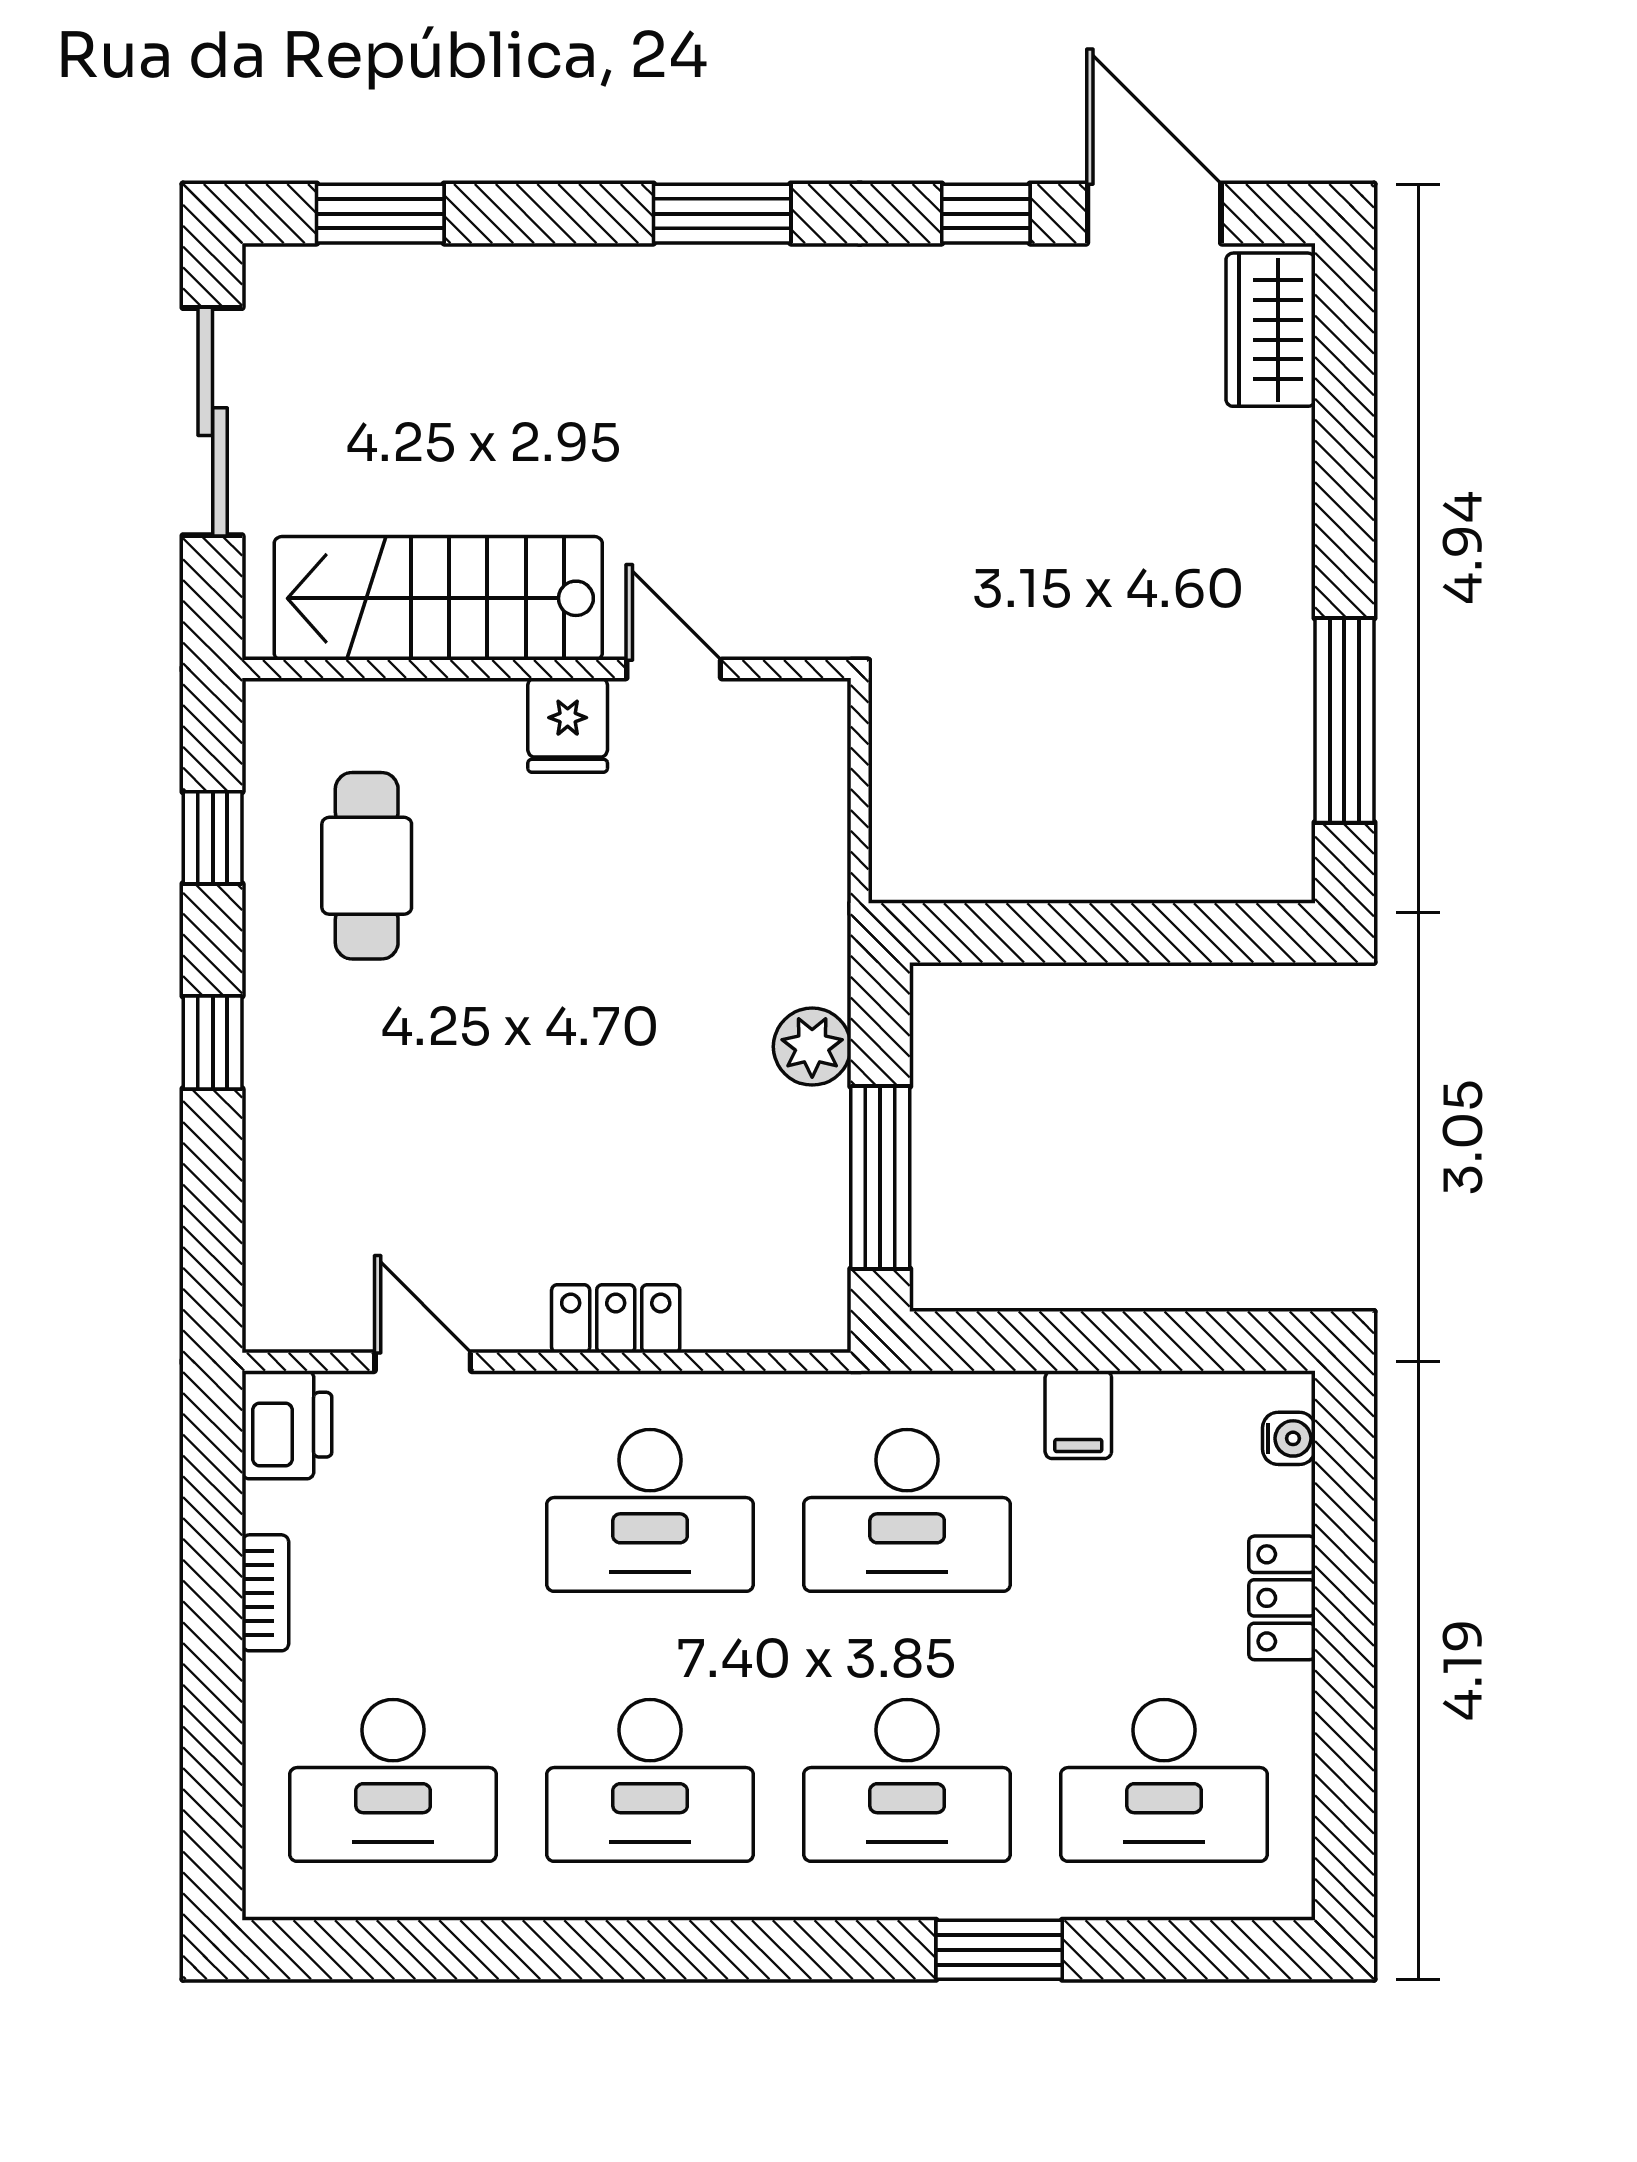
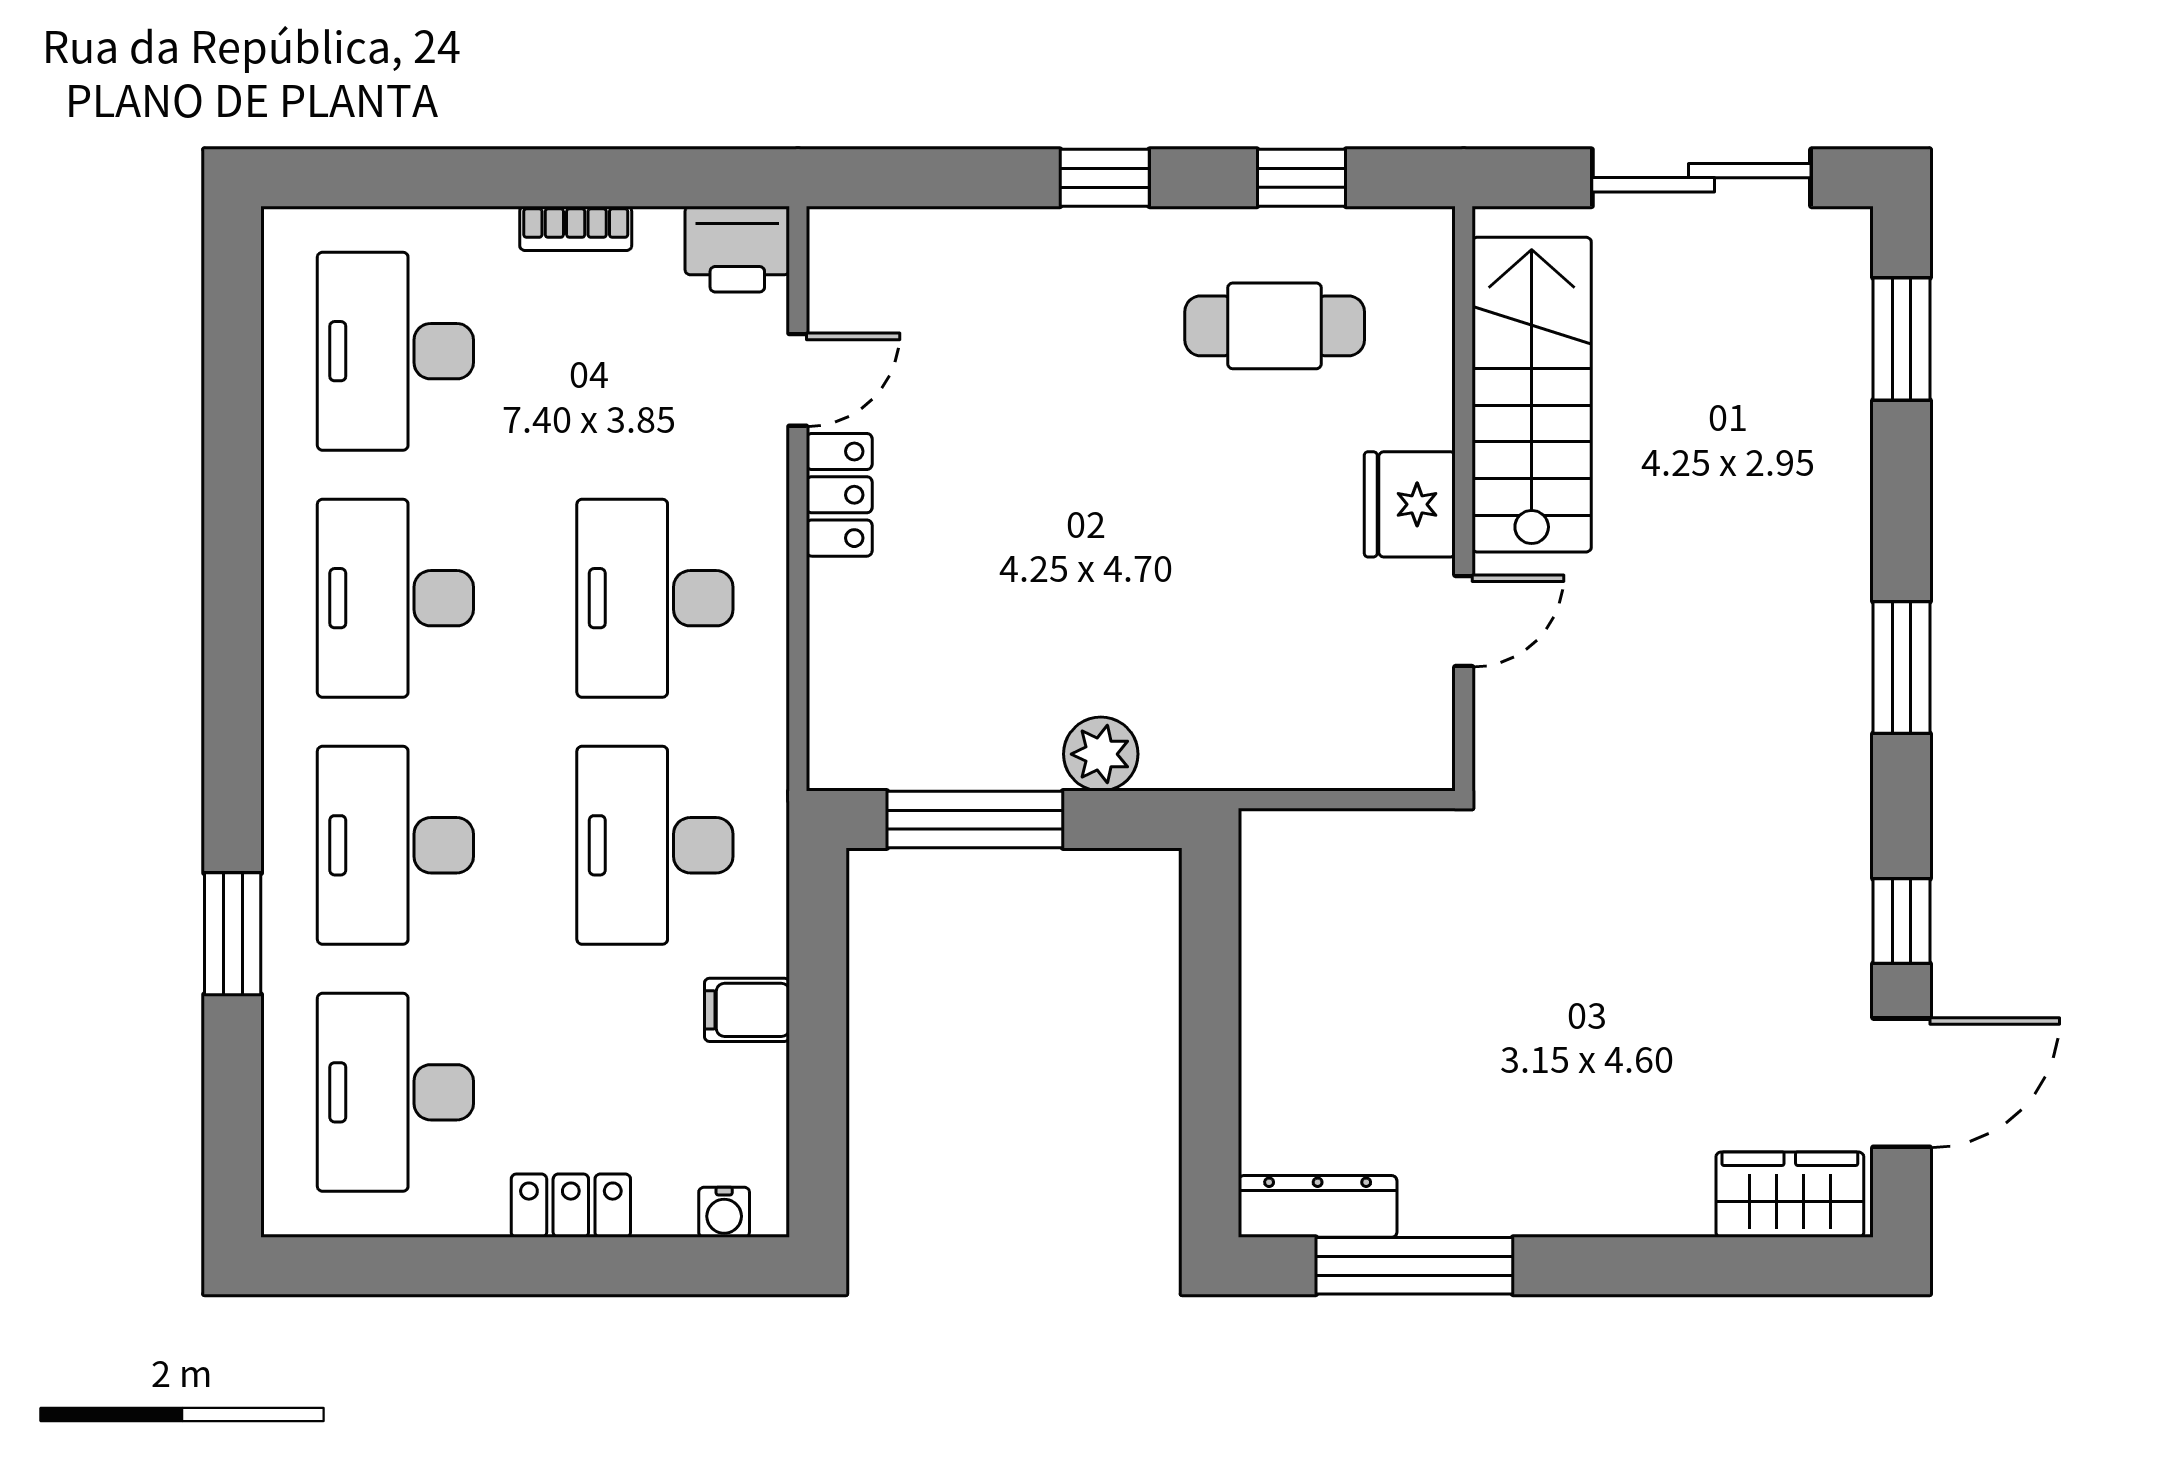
fridge: (568, 725) -> (1410, 504), width x1.38
dresser: (1283, 821) -> (1318, 1206), added
locker: (616, 1319) -> (839, 495), moved

